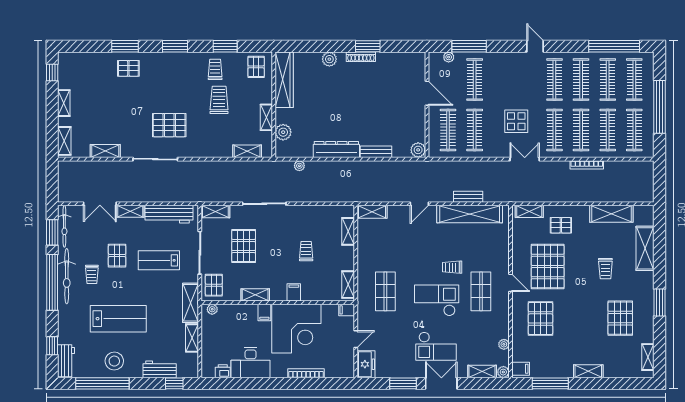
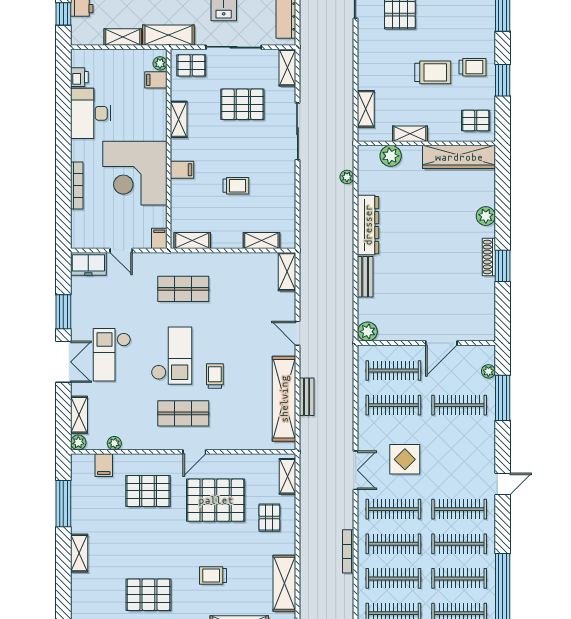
filing cabinet: (264, 312) -> (156, 80), moved
filing cabinet: (521, 369) -> (104, 465), moved

